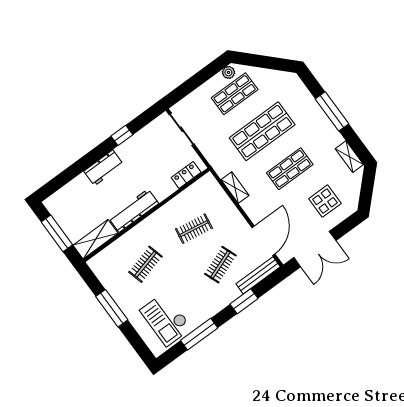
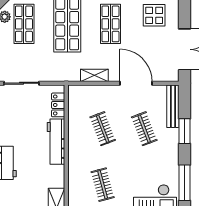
workbench: (134, 211) -> (56, 142), moved
clothes rail: (194, 229) -> (103, 129), turned -30
door: (263, 241) -> (136, 83), moved

